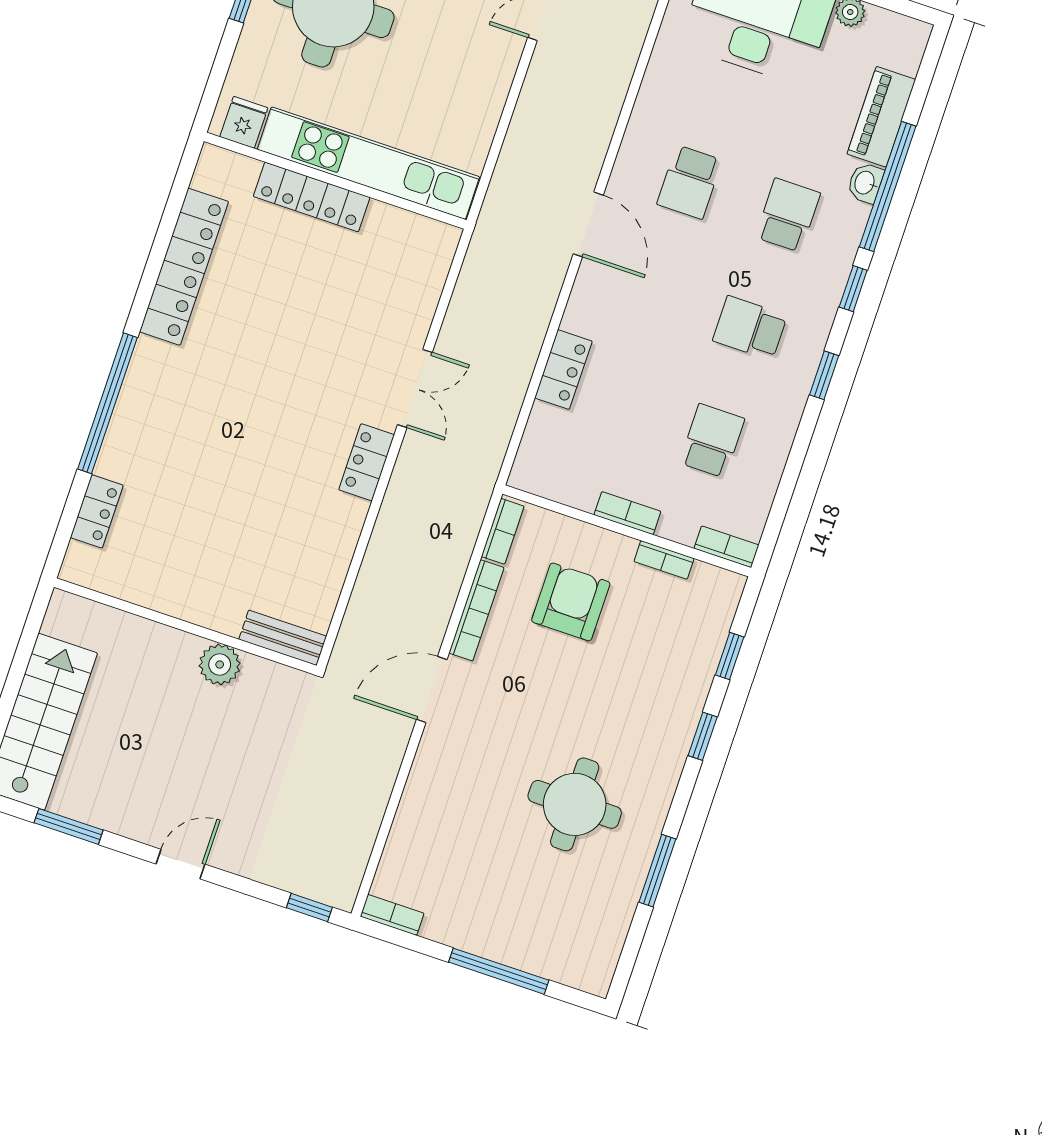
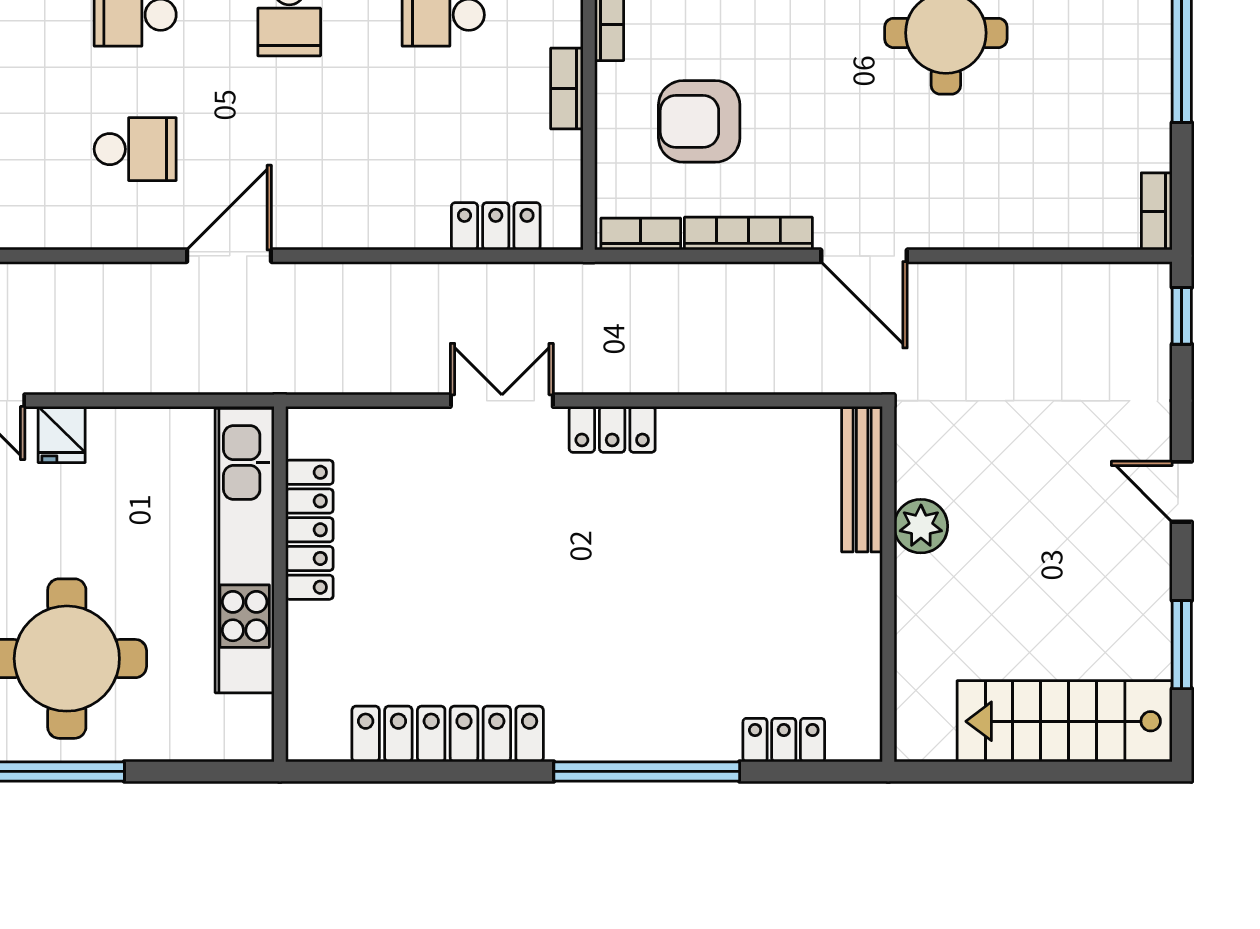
fridge: (244, 122) -> (62, 434), moved, turned -90
locker: (312, 197) -> (309, 530), moved
locker: (563, 370) -> (496, 226), moved
bench: (283, 638) -> (862, 479), width x1.36

